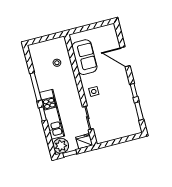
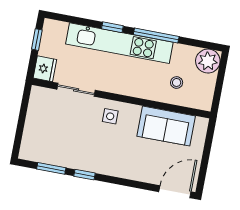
door: (125, 57) -> (175, 192), moved
kitchen unit: (52, 114) -> (119, 43), width x1.36
plant: (61, 146) -> (208, 61), moved

